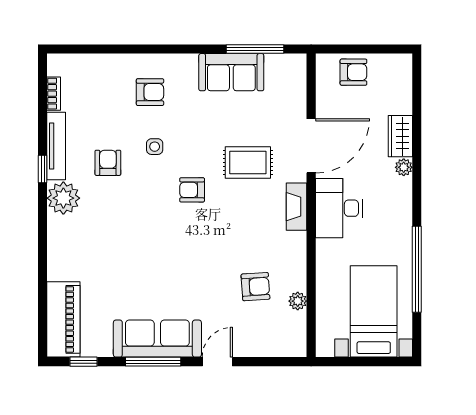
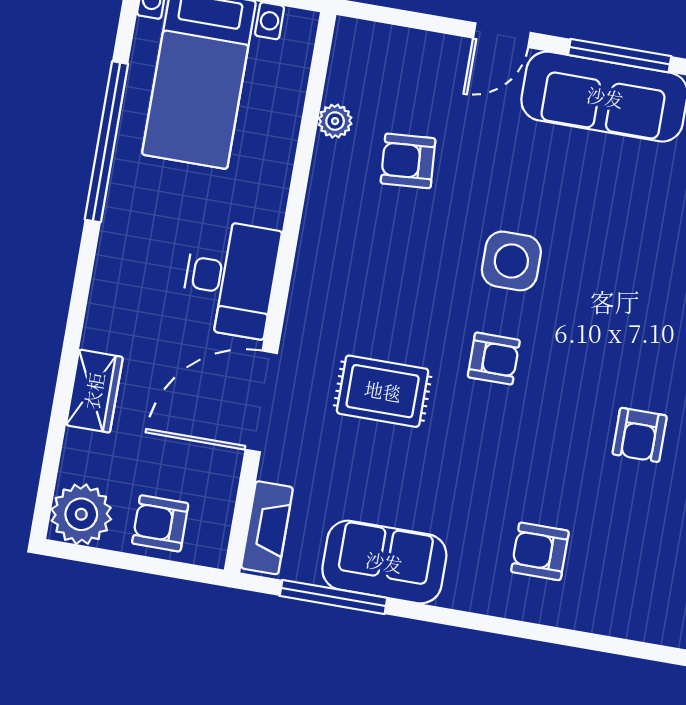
side table: (155, 147) -> (511, 261), moved, width x1.87, depth x1.87
plant: (404, 167) -> (81, 514), moved, width x1.87, depth x1.87
fireplace: (297, 207) -> (267, 528), moved

